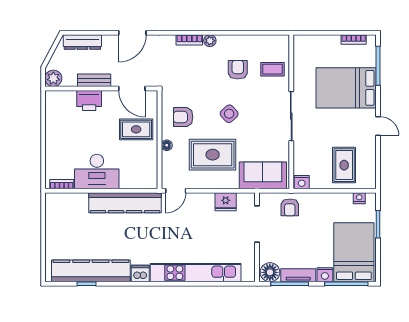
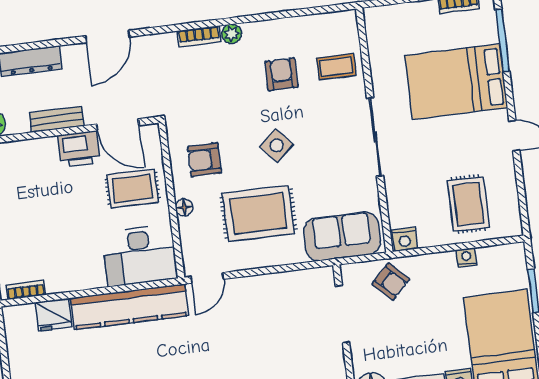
printer: (89, 101) -> (79, 149), moved
desk: (97, 172) -> (140, 255), moved
nightstand: (359, 198) -> (466, 257), moved
fridge: (226, 202) -> (53, 315), moved
armchair: (290, 207) -> (391, 282), turned -45

